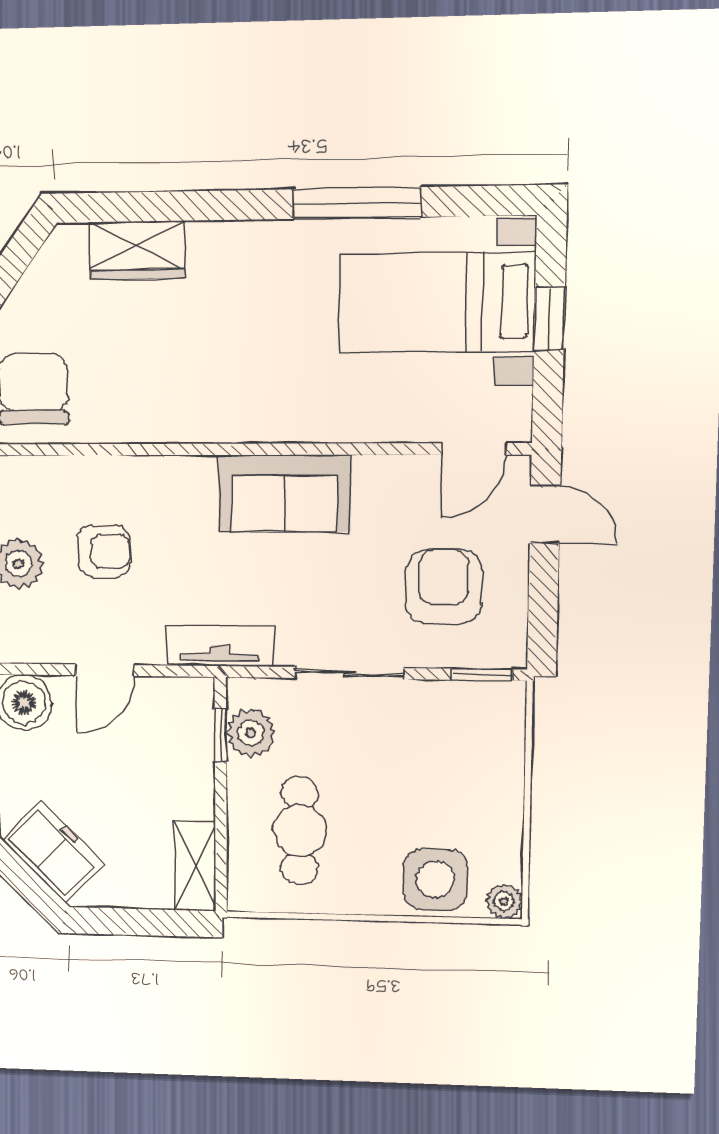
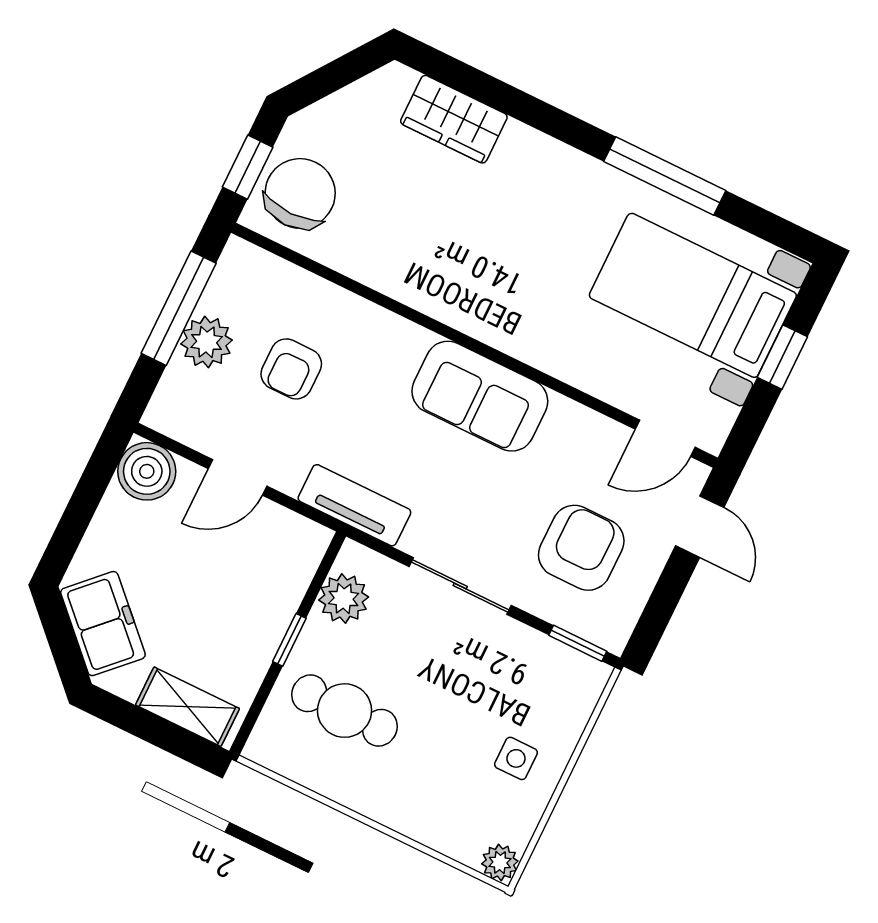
armchair: (104, 551) -> (291, 369), turned 90
window: (220, 735) -> (289, 640), moved
cafe table: (300, 831) -> (345, 711), turned 90
shelving: (195, 866) -> (187, 707), moved, turned 90
side table: (435, 880) -> (516, 758), moved, width x0.54, depth x0.54

